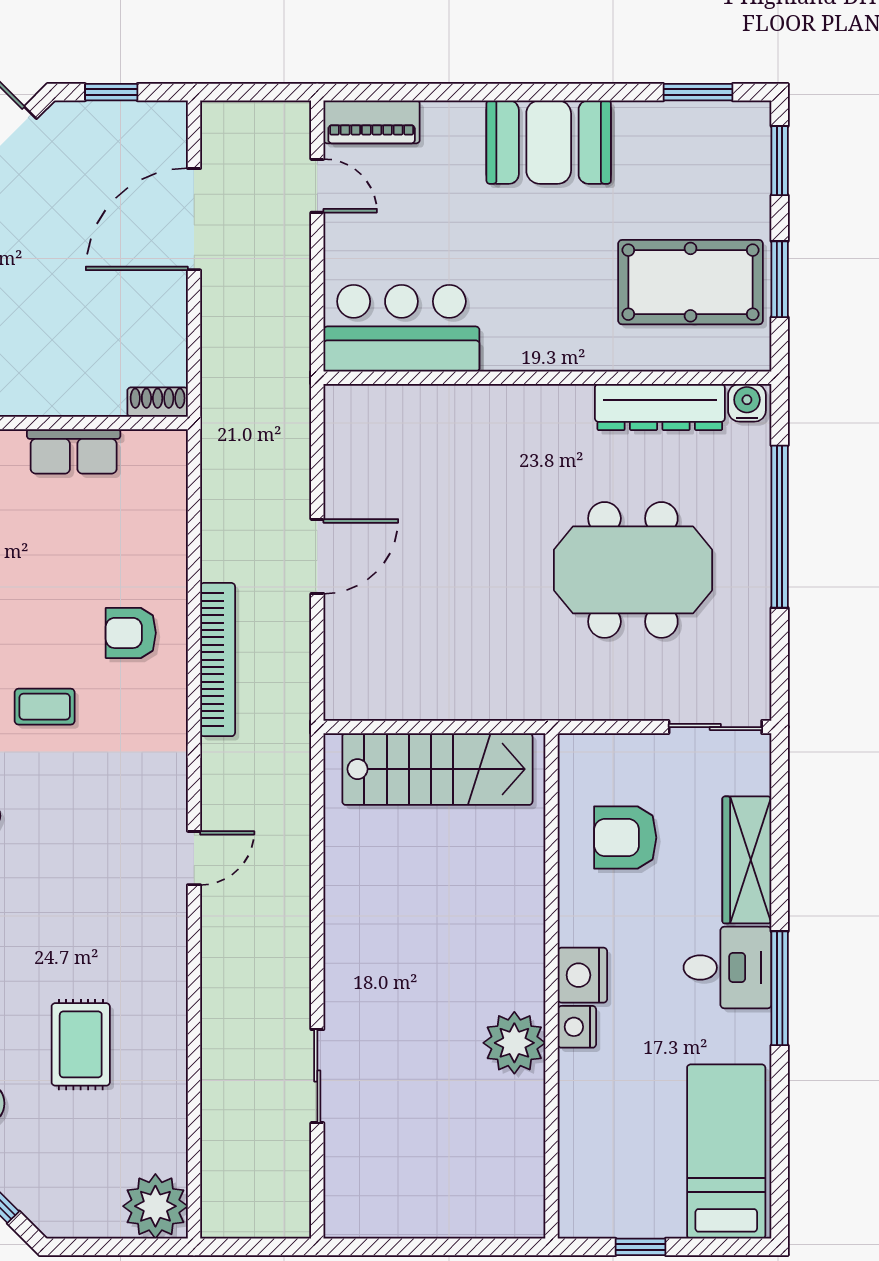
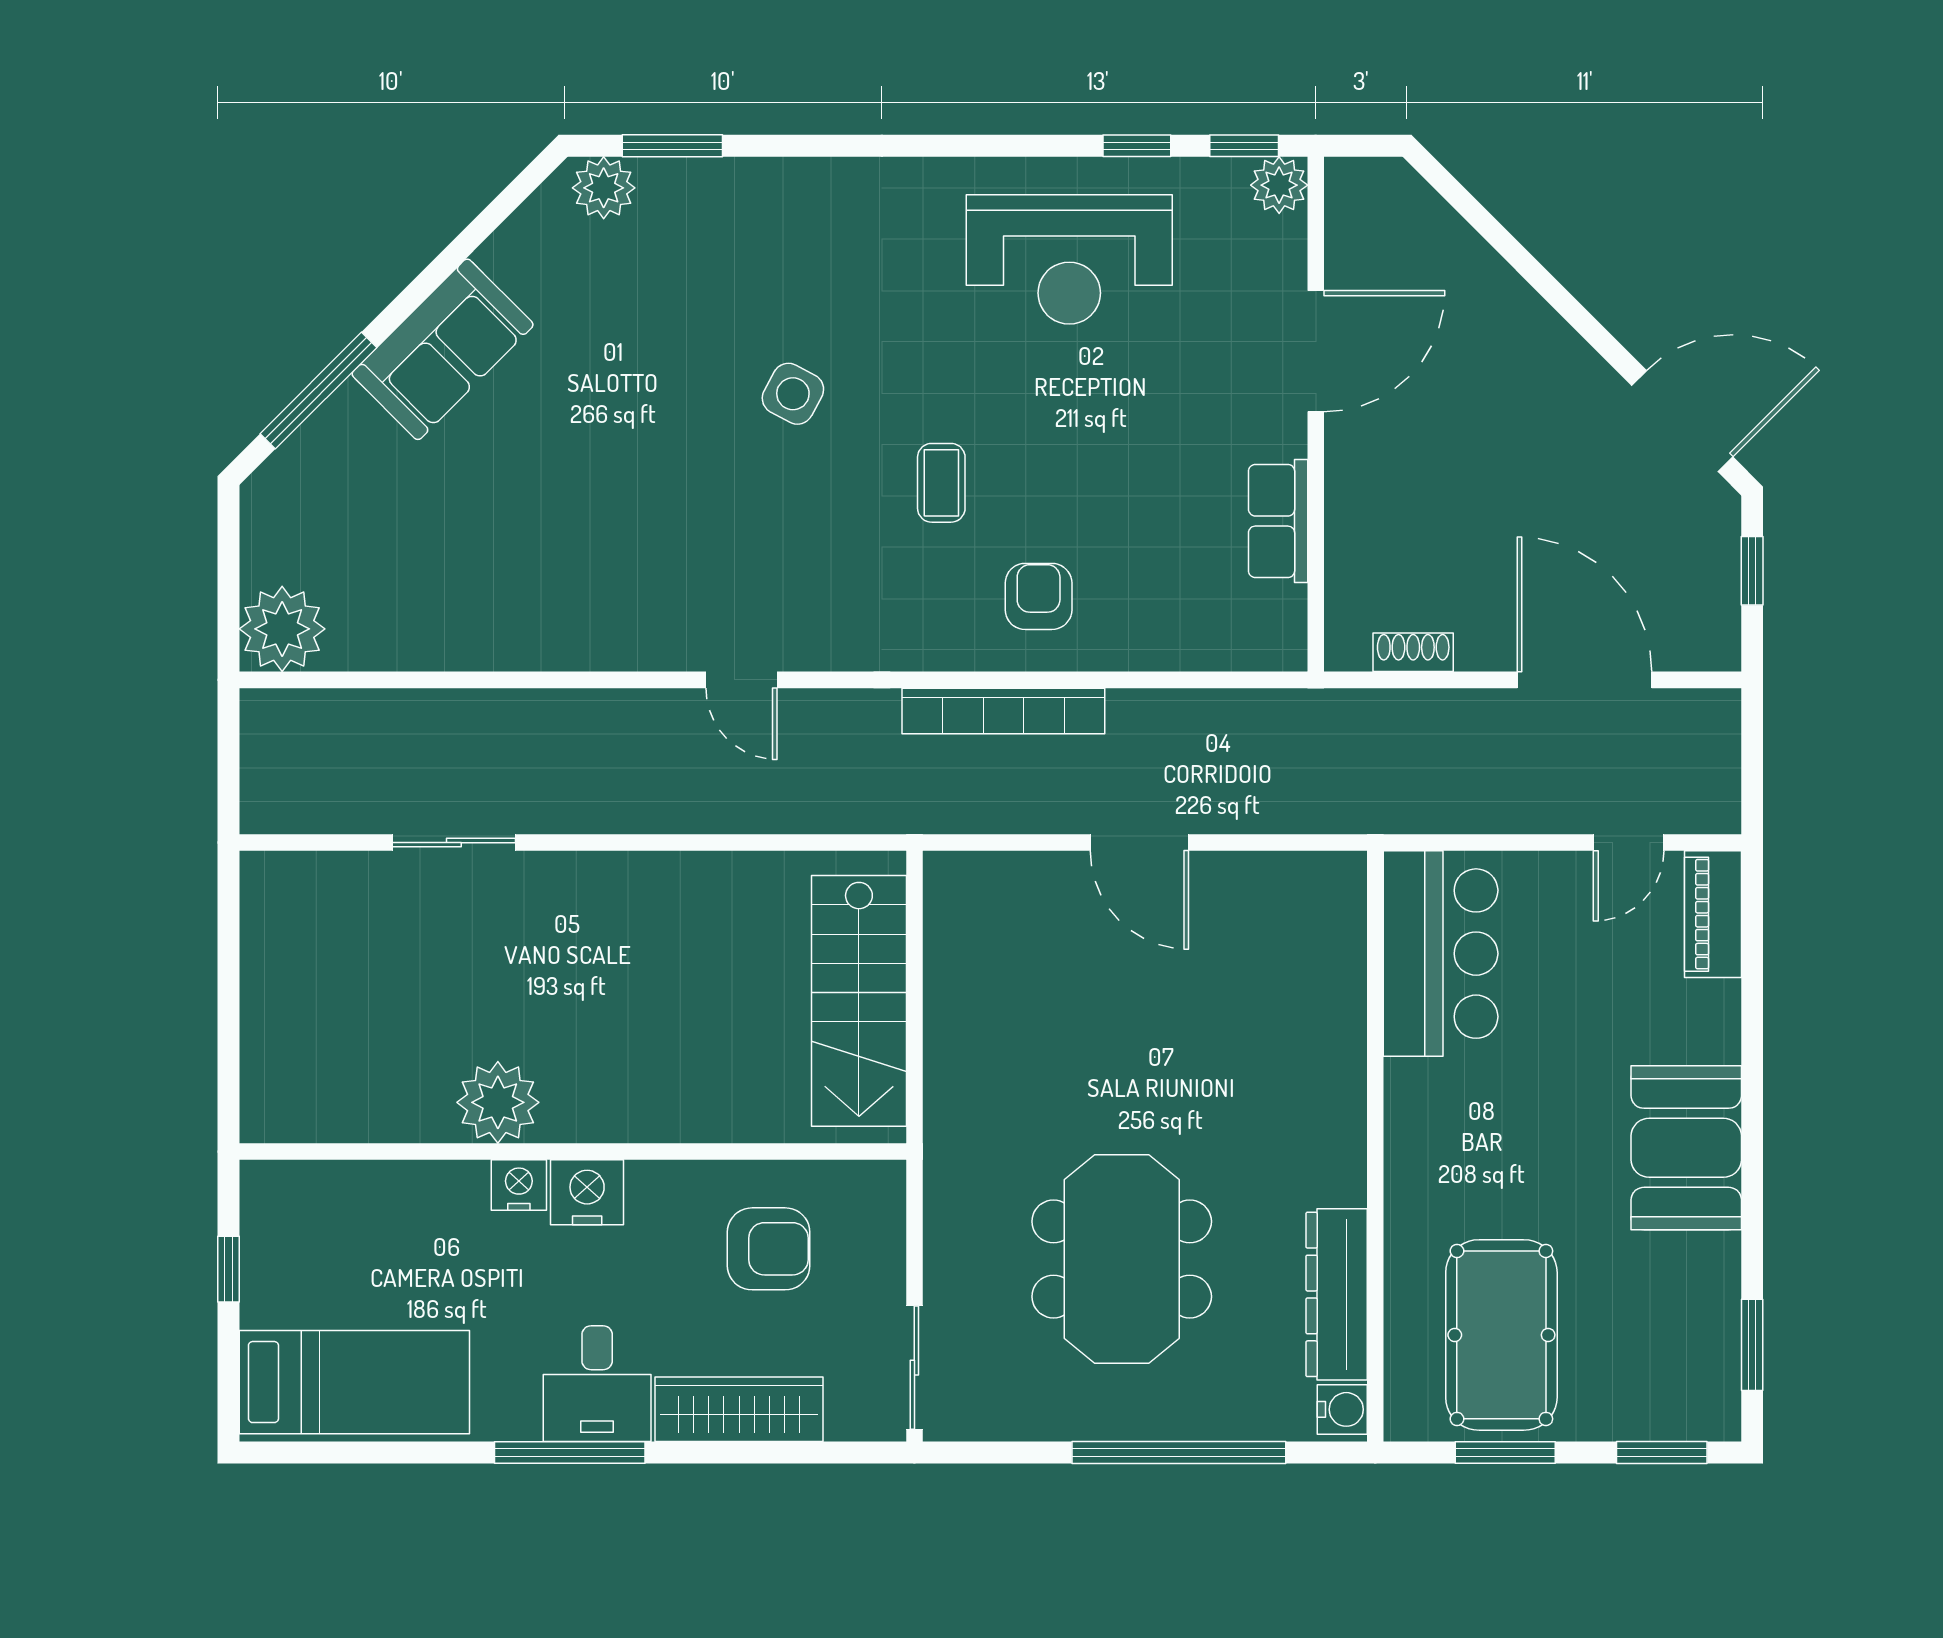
shoe rack: (158, 402) -> (1413, 652), moved, turned -90
armchair: (625, 838) -> (769, 1249), turned 90
rug: (81, 1044) -> (496, 530), removed

